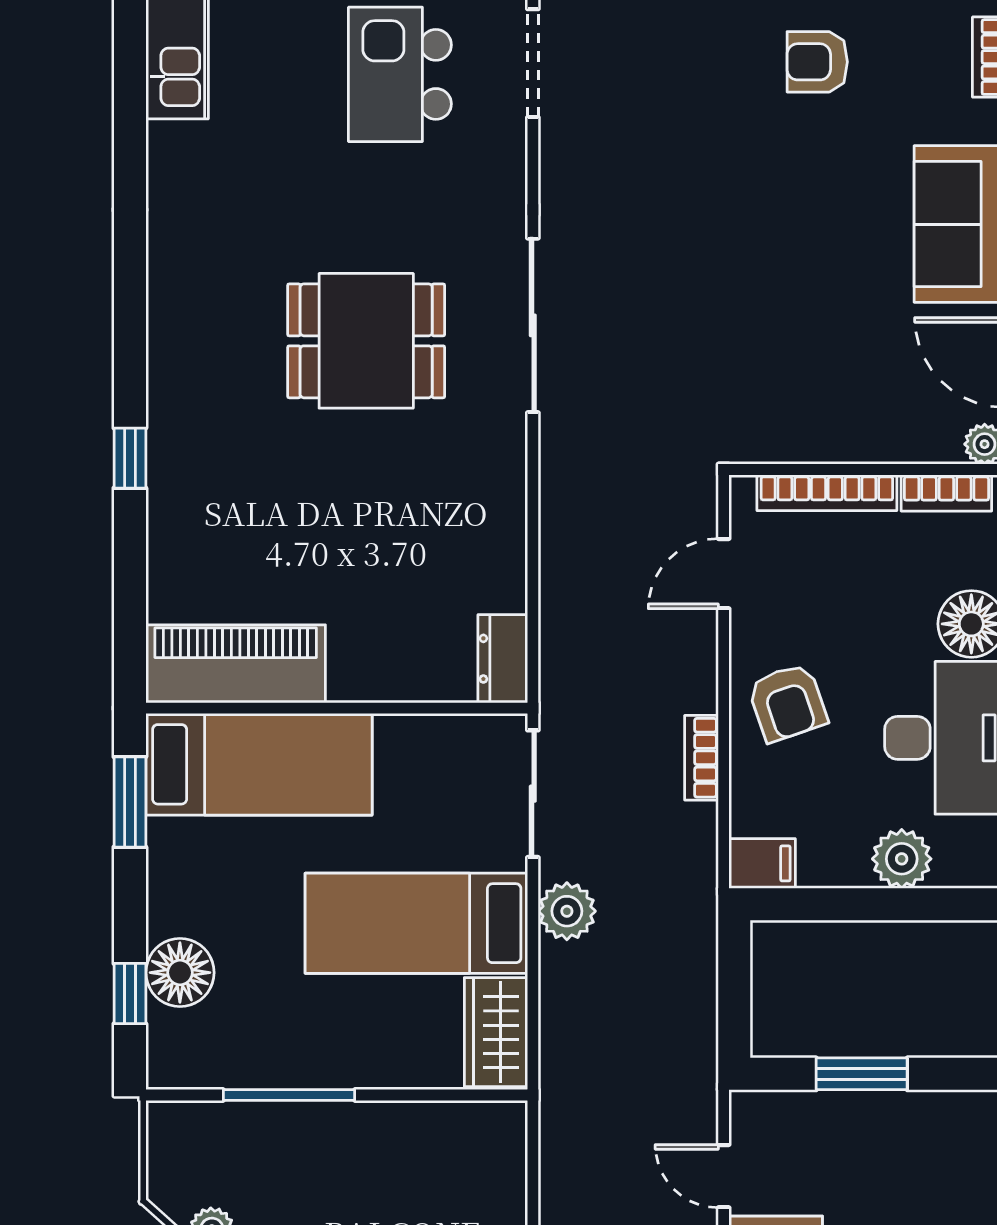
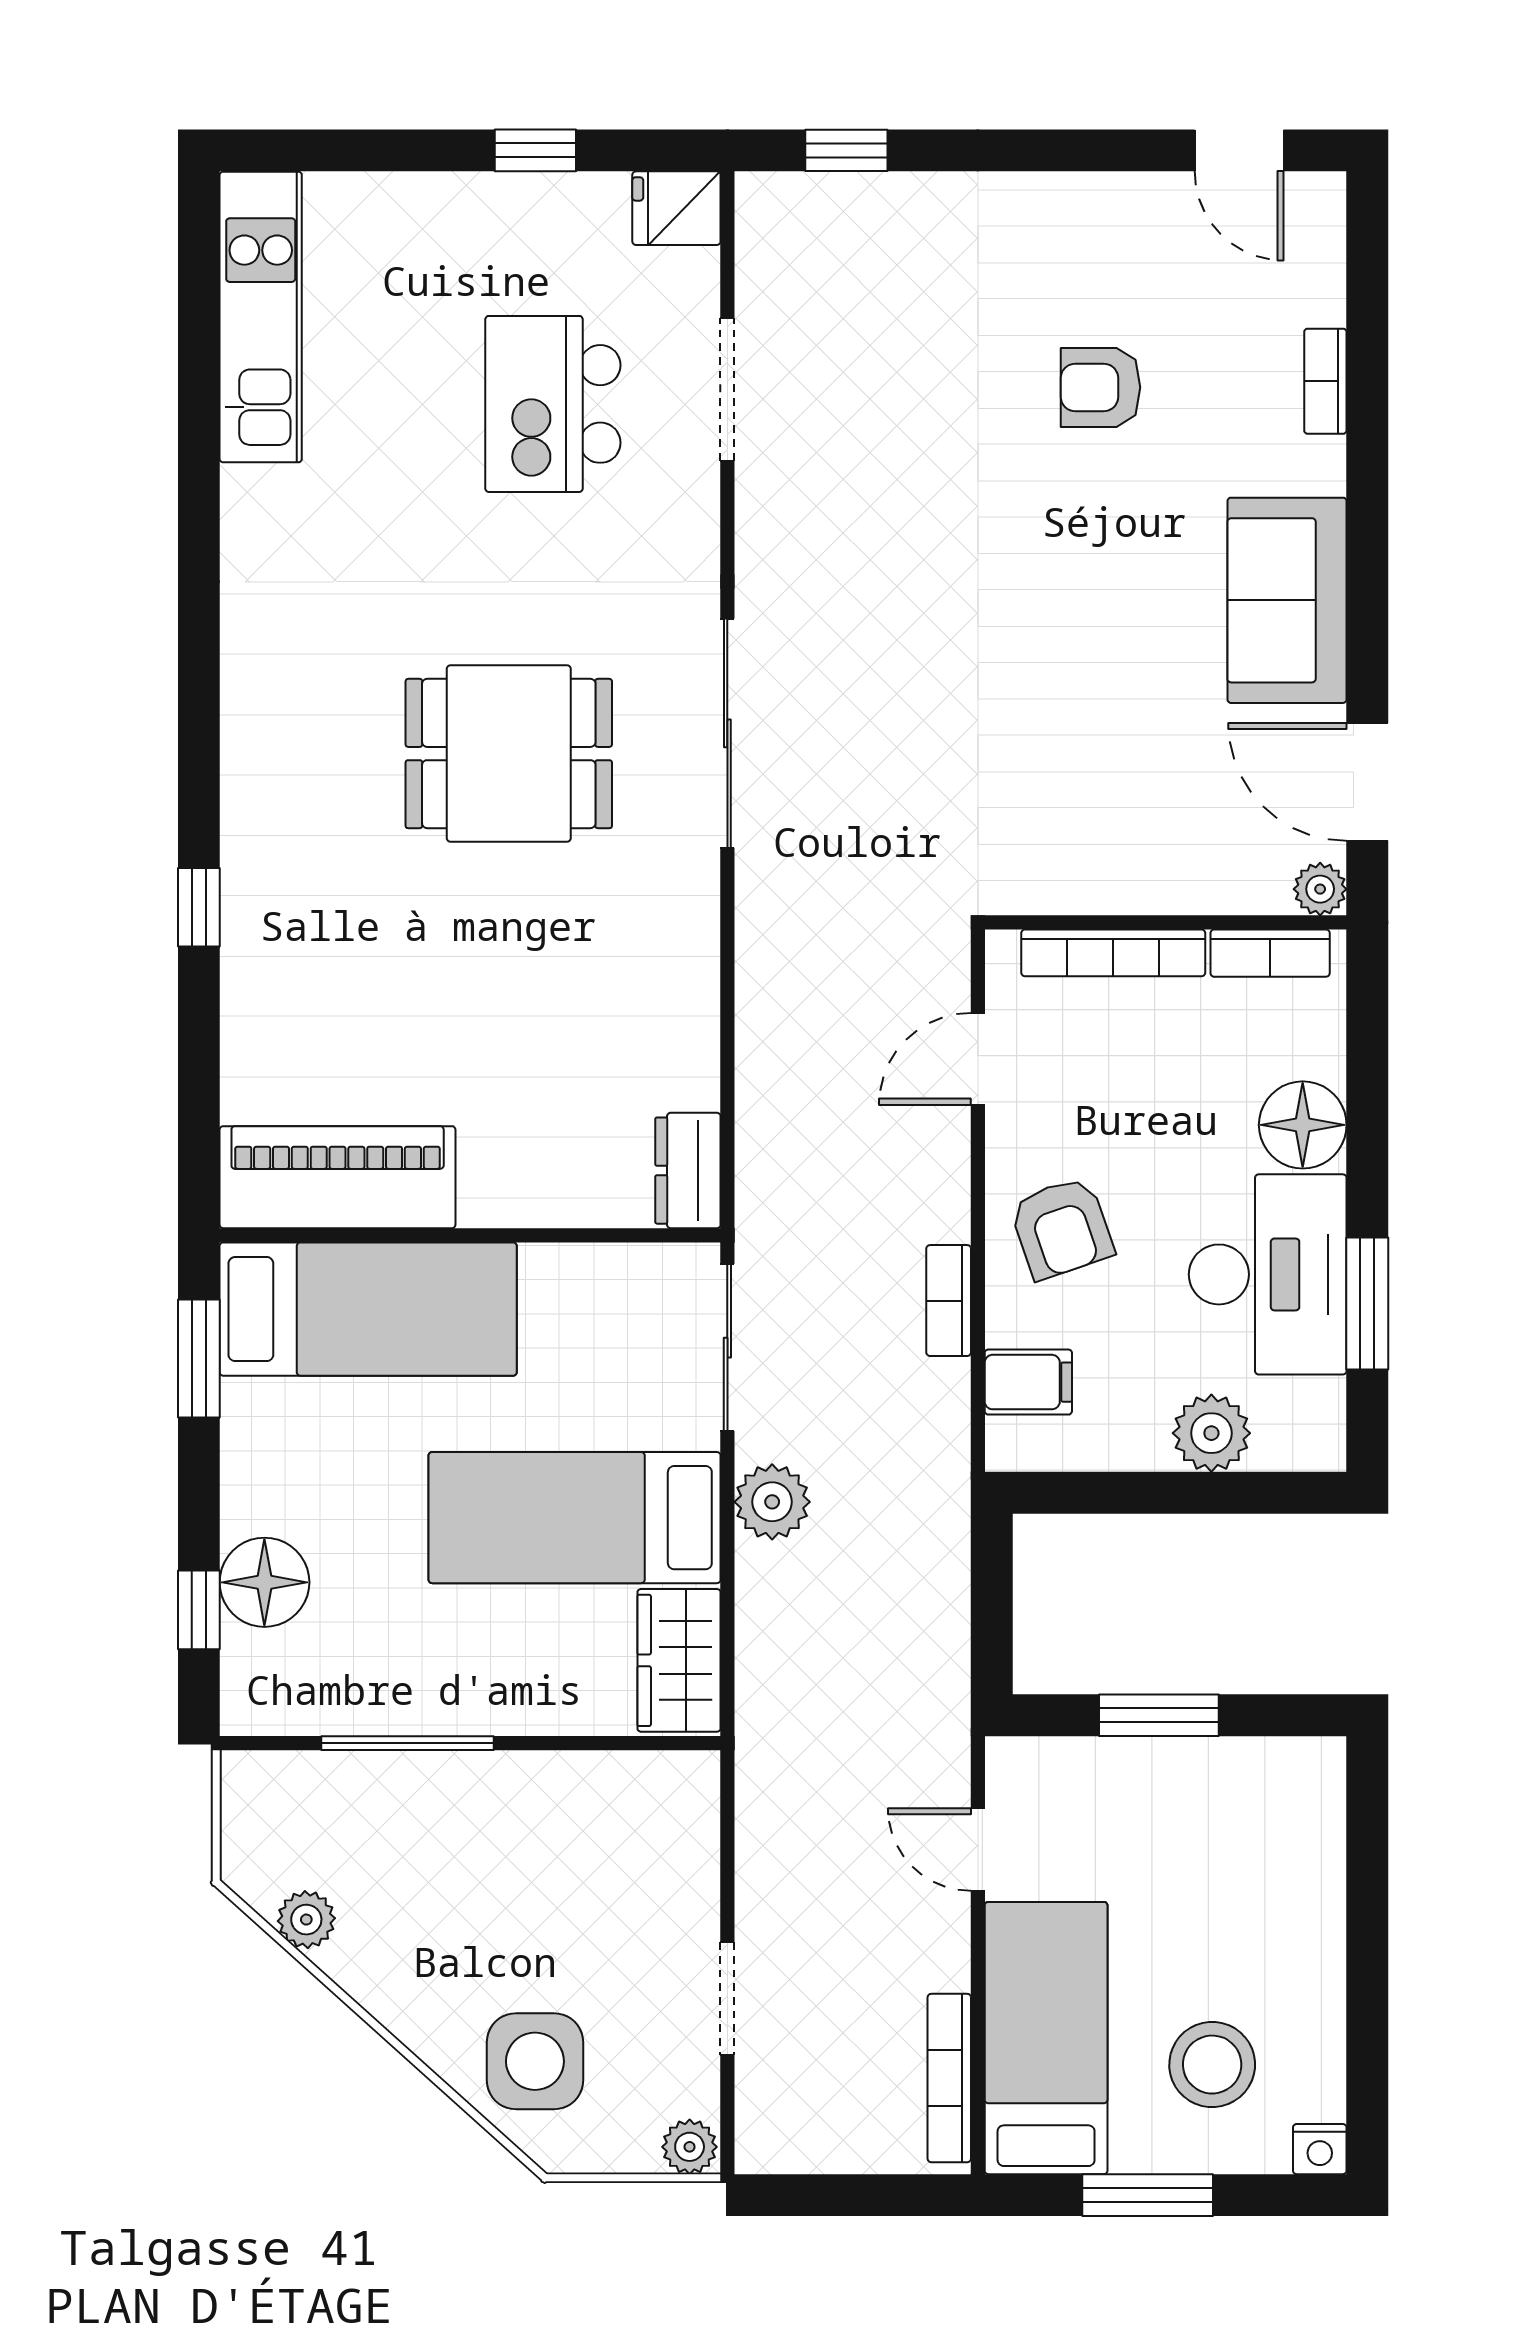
filing cabinet: (762, 863) -> (1028, 1382), moved

